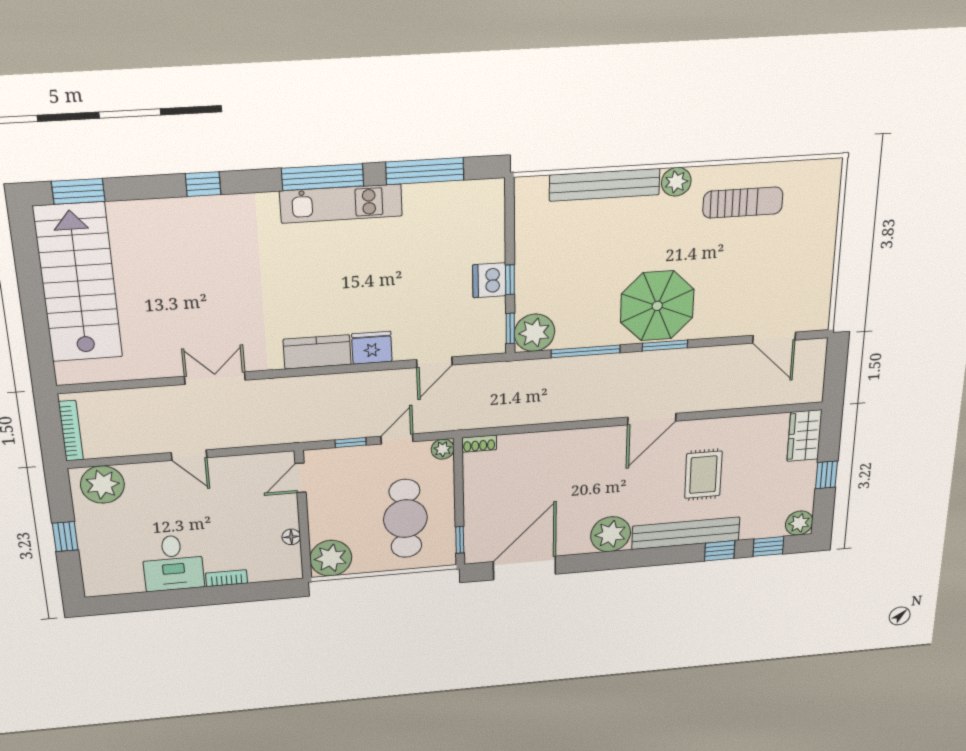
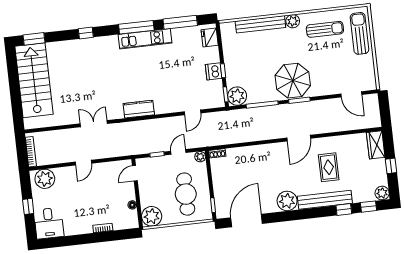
sun lounger: (815, 215) -> (360, 33), added
fridge: (372, 348) -> (210, 38), moved, turned -90
door: (189, 455) -> (83, 163), hinge flipped
desk: (173, 563) -> (49, 223), moved

